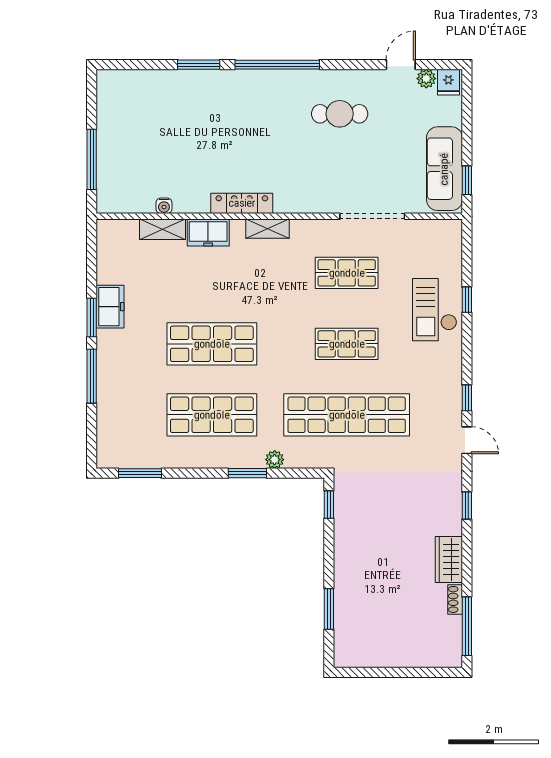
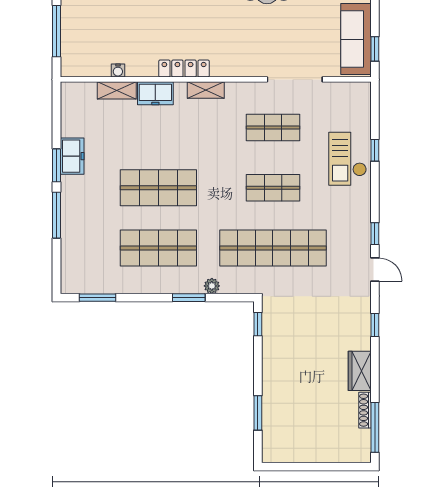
shoe rack: (455, 599) -> (365, 410), width x1.43

